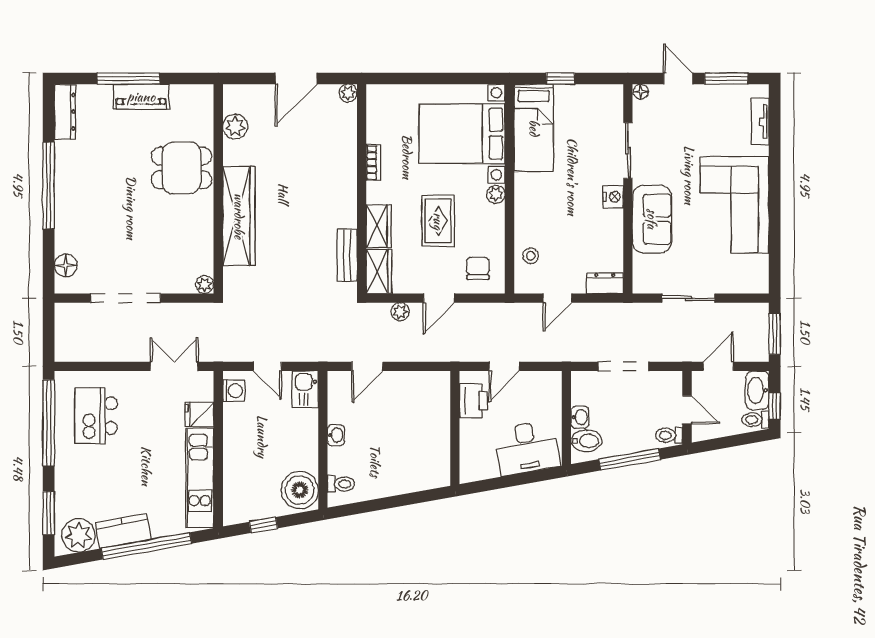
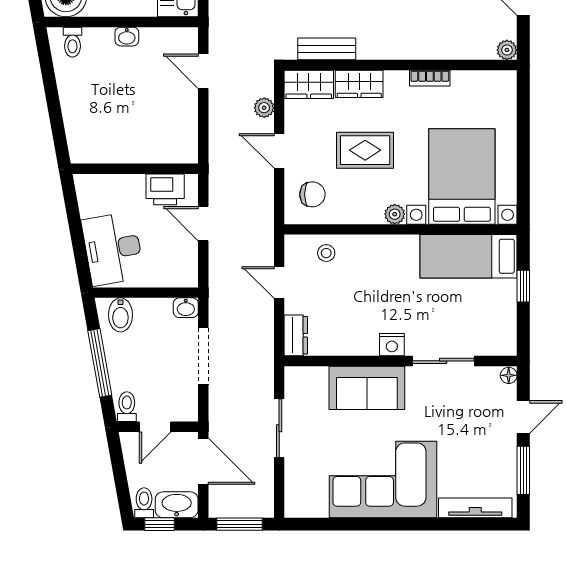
tv unit: (760, 122) -> (475, 508), width x1.41
door: (718, 366) -> (203, 461), width x1.38
washbasin: (580, 417) -> (186, 308), moved

